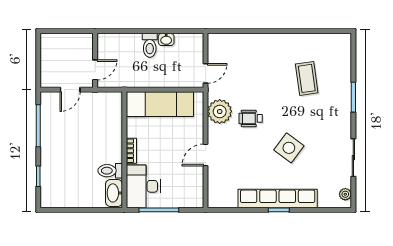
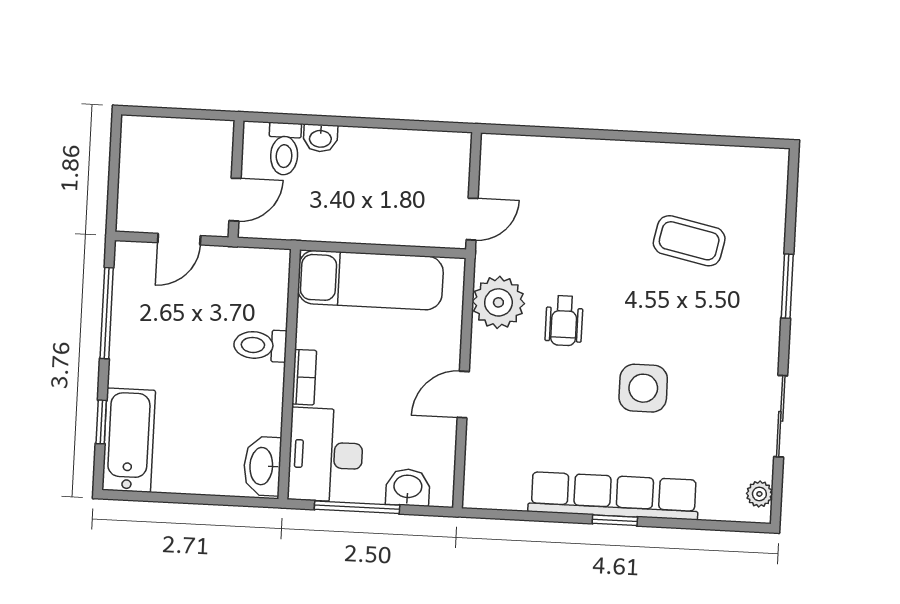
washbasin: (166, 39) -> (320, 138), moved
toilet: (150, 45) -> (284, 149), moved
coffee table: (307, 78) -> (689, 241), turned -70
wheelchair: (251, 118) -> (564, 321), turned -90
side table: (289, 148) -> (643, 388), turned -37
toilet: (110, 171) -> (260, 345), moved
bathtub: (51, 184) -> (129, 440), added
washbasin: (182, 199) -> (408, 487), added

